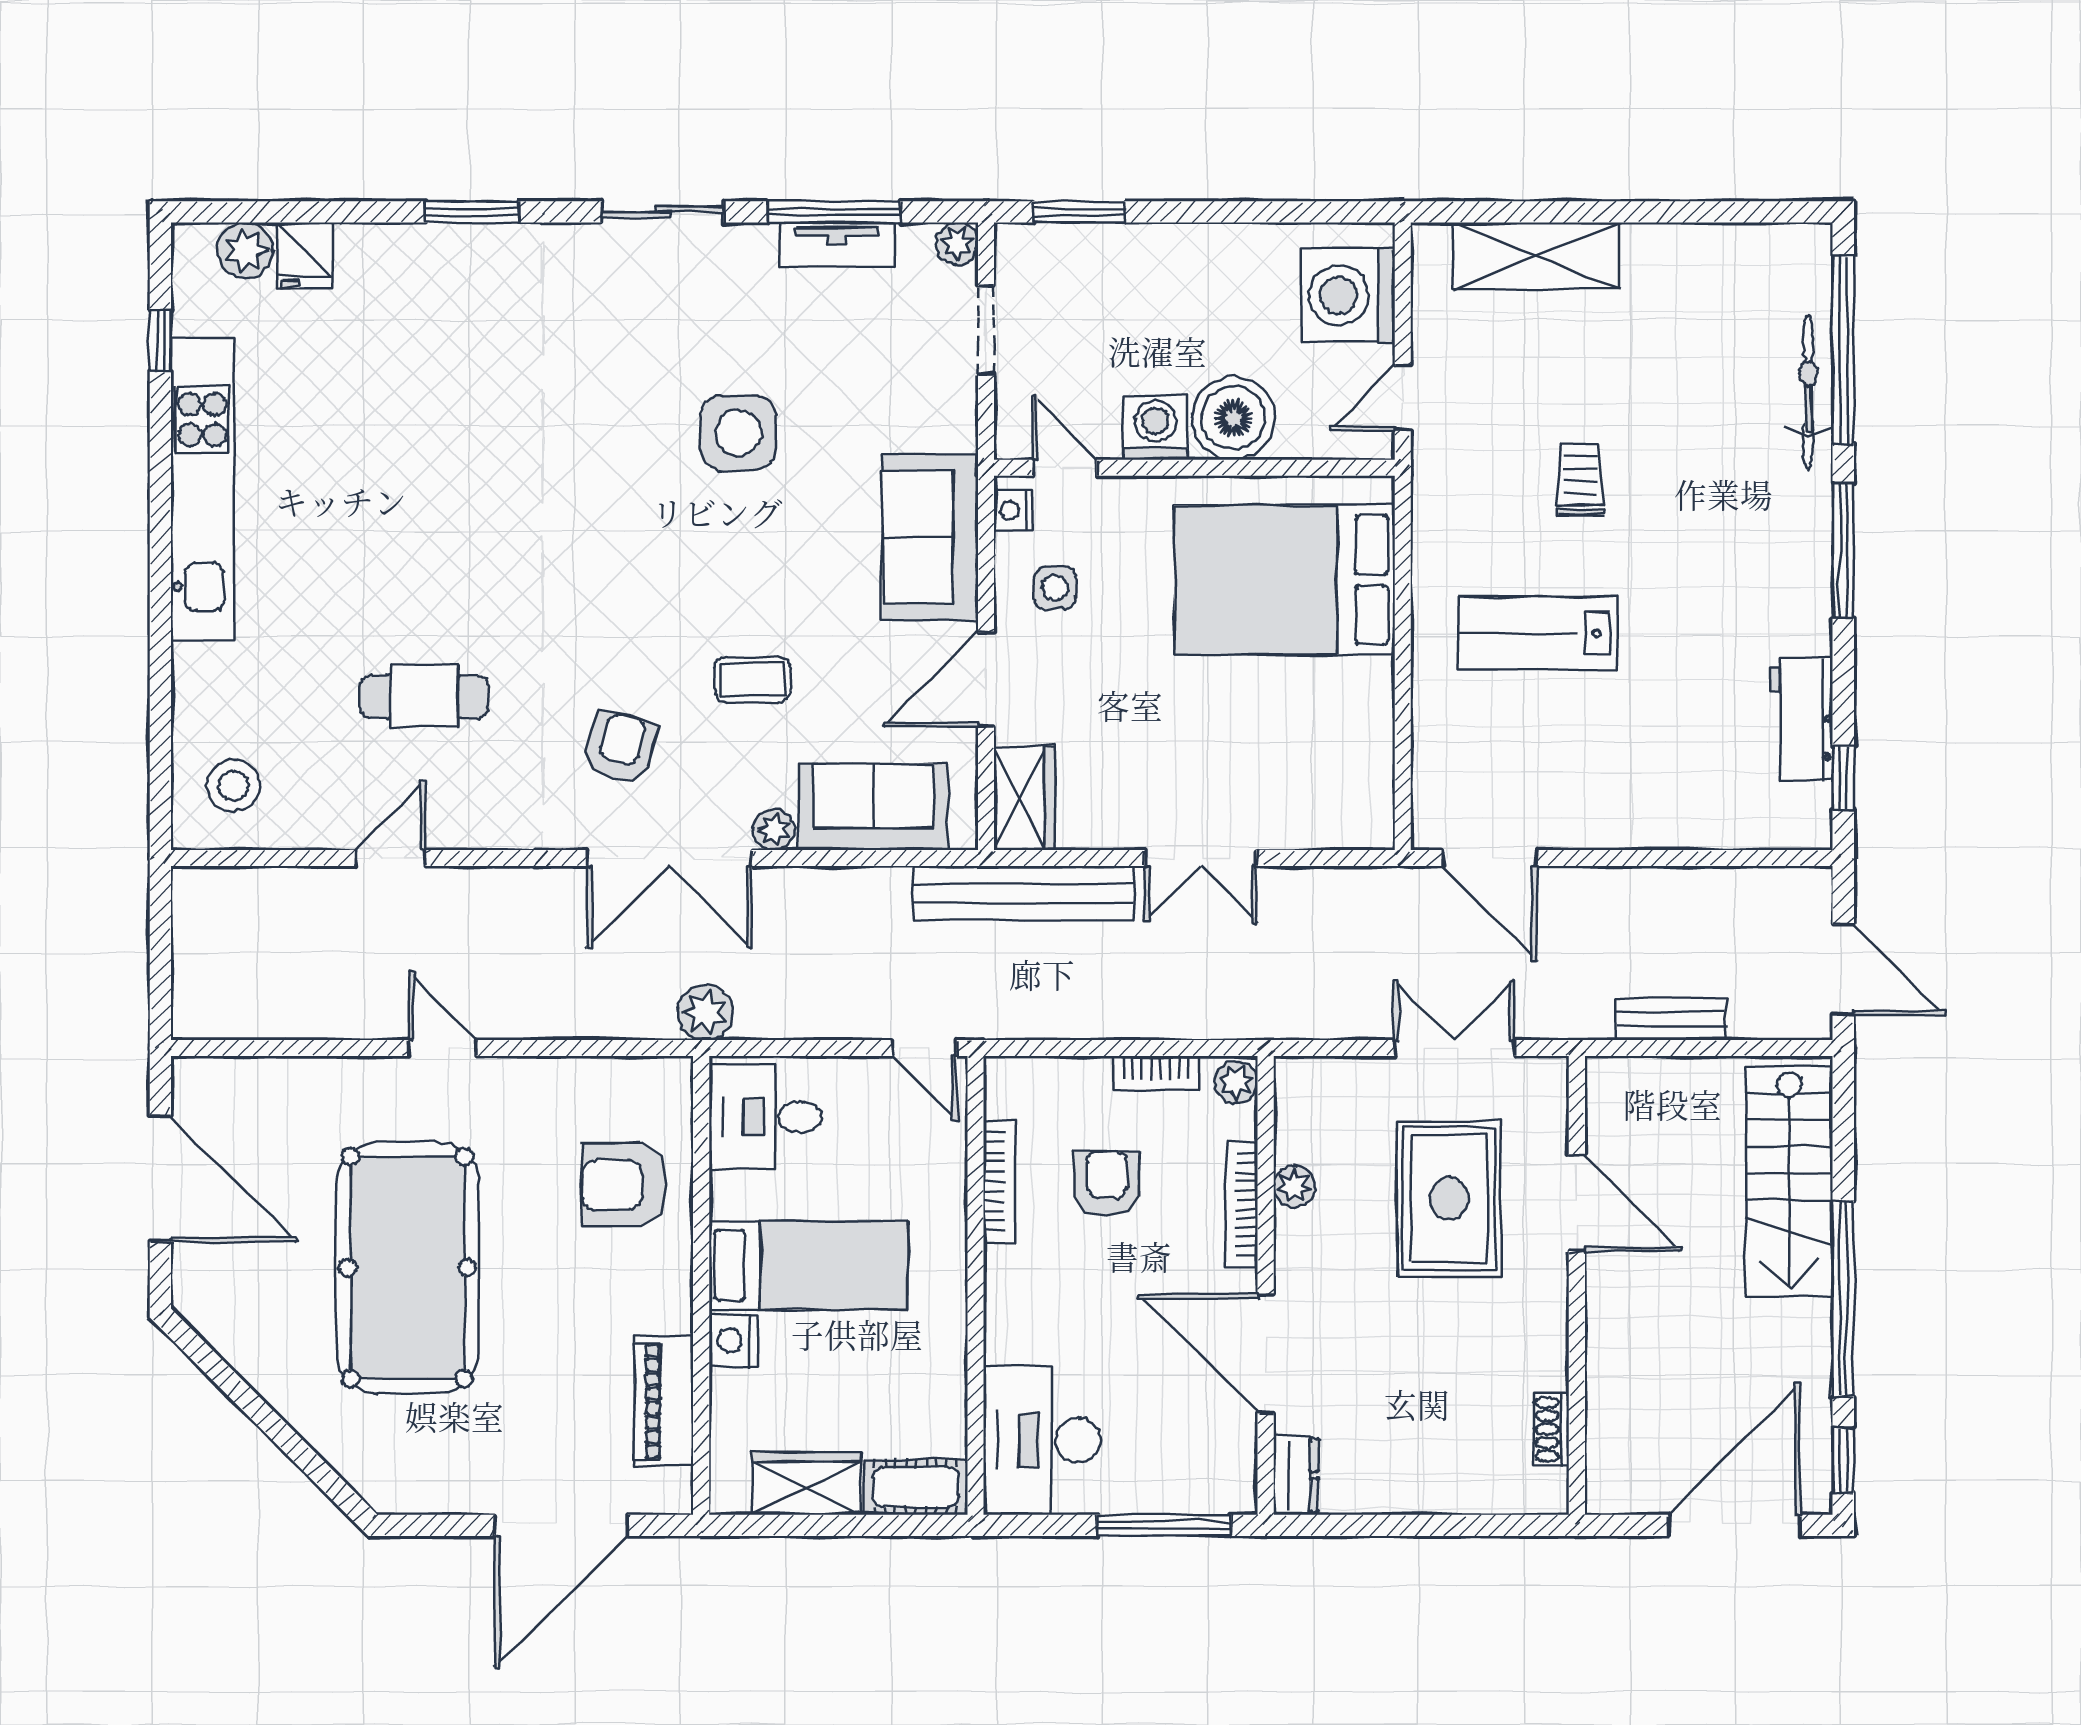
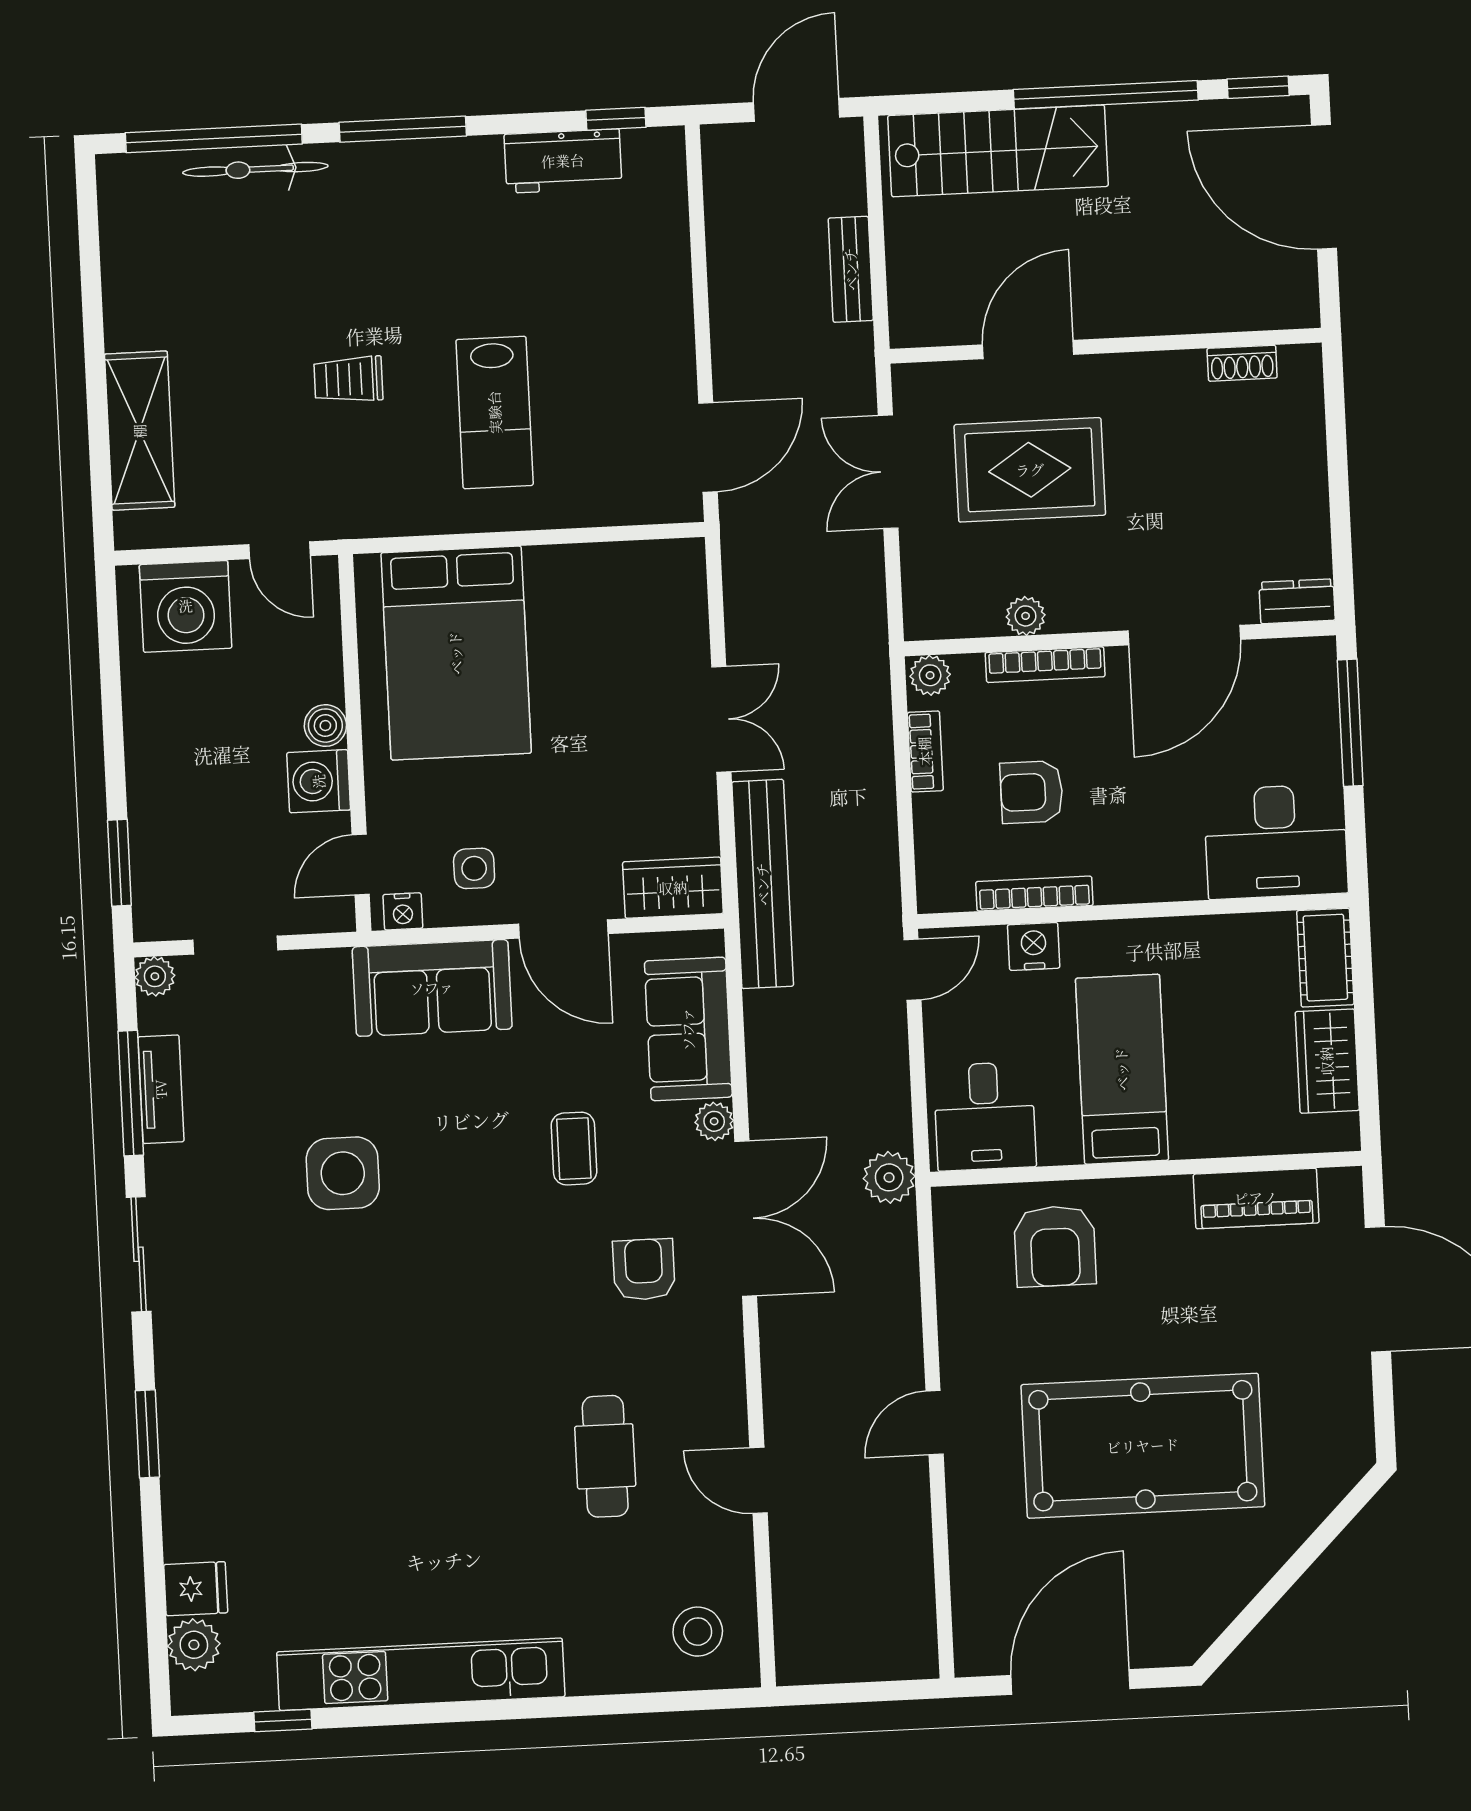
boiler: (1234, 418) -> (325, 726), width x0.54, depth x0.54
armchair: (620, 747) -> (644, 1270), turned 75
nightstand: (734, 1341) -> (1034, 946), moved, turned 180

